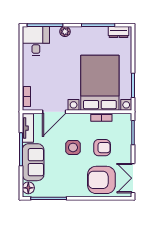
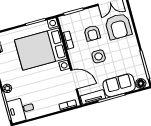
armchair: (102, 148) -> (92, 33), turned 180

